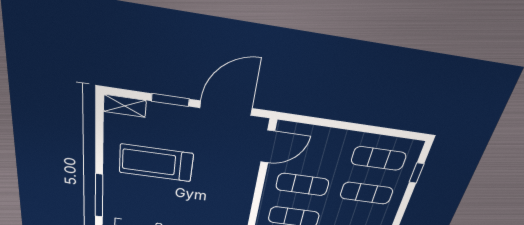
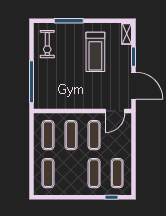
door: (268, 147) -> (115, 111), hinge flipped
treadmill: (156, 163) -> (95, 52), turned 180

